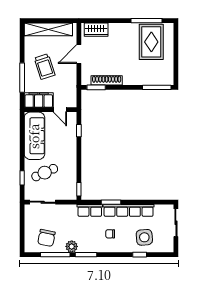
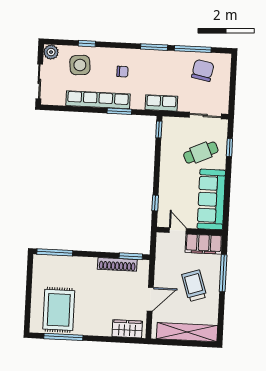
row of seats: (90, 210) -> (161, 103), moved
plant: (72, 246) -> (51, 52), moved

